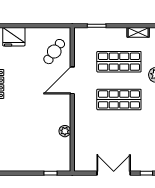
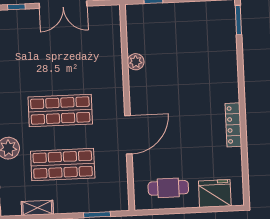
cafe table: (54, 52) -> (168, 188), moved, turned 54

